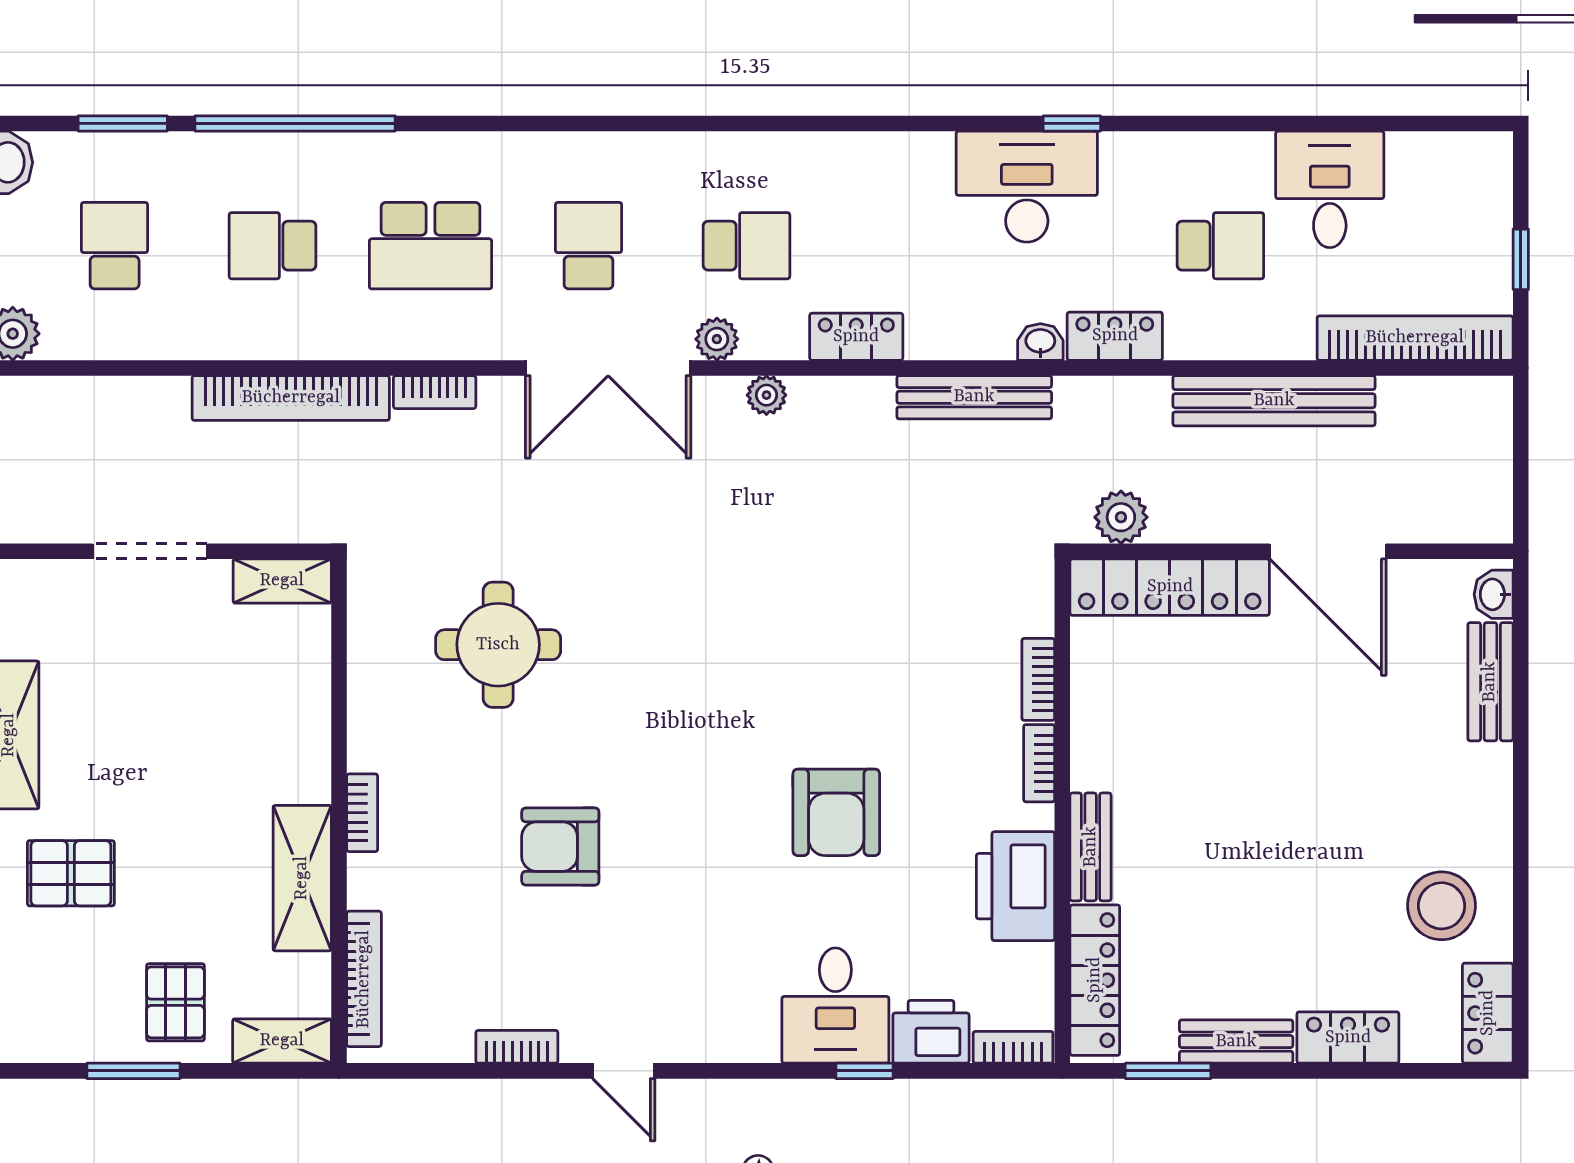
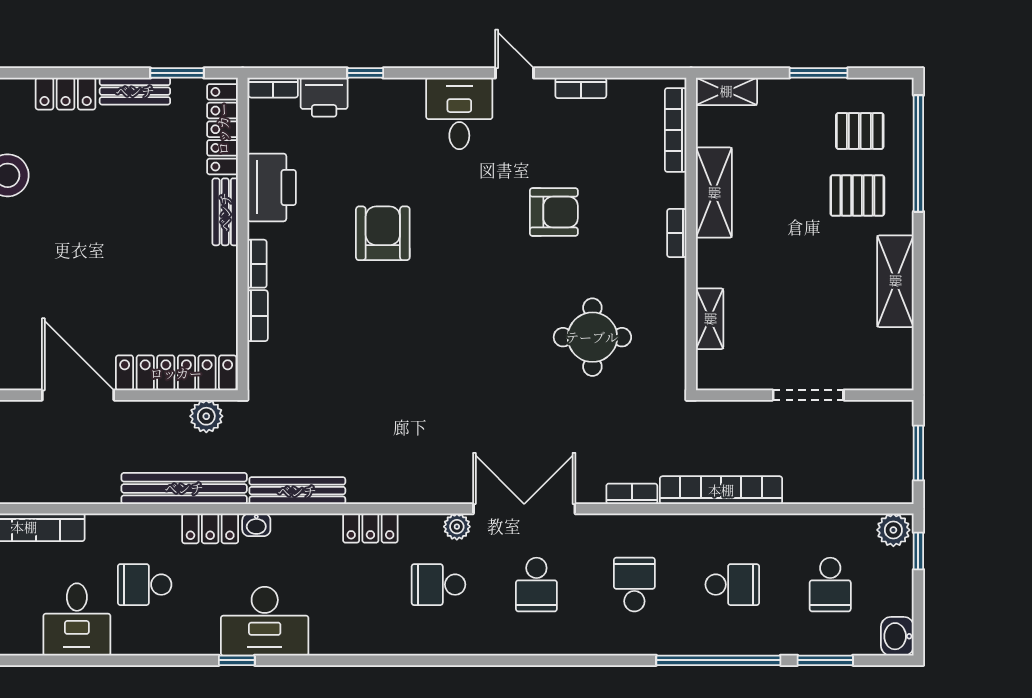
school desk: (430, 246) -> (634, 585), width x0.54
plant: (766, 395) -> (426, 492), removed
bench: (1274, 401) -> (184, 488), moved
shelving: (282, 581) -> (710, 319), moved, turned 90
pallet: (175, 1002) -> (860, 131), moved, turned 90
desk: (835, 1006) -> (459, 113), moved

